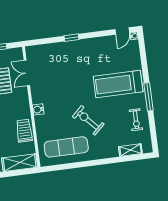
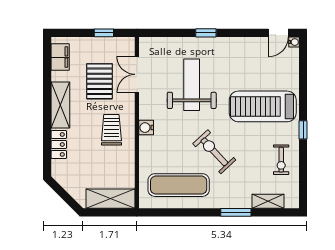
weight bench: (66, 75) -> (192, 85), added
window: (149, 97) -> (303, 130), width x0.46
trolley: (24, 131) -> (111, 130), moved
window: (109, 161) -> (236, 212), added

